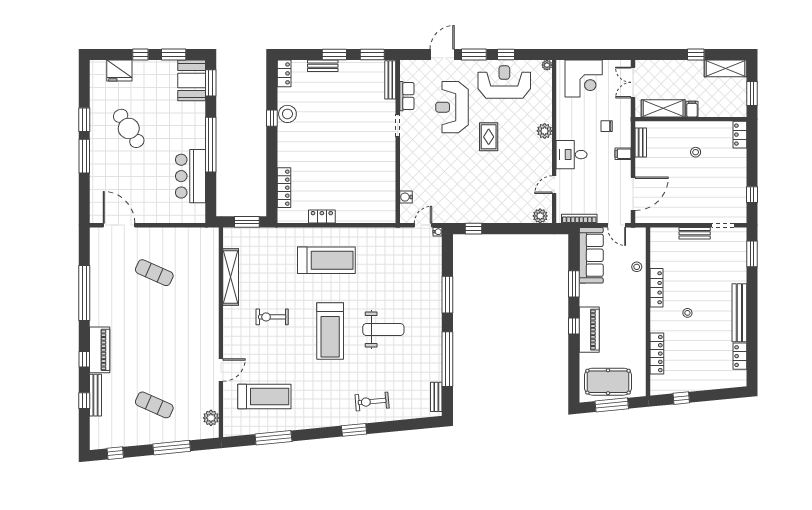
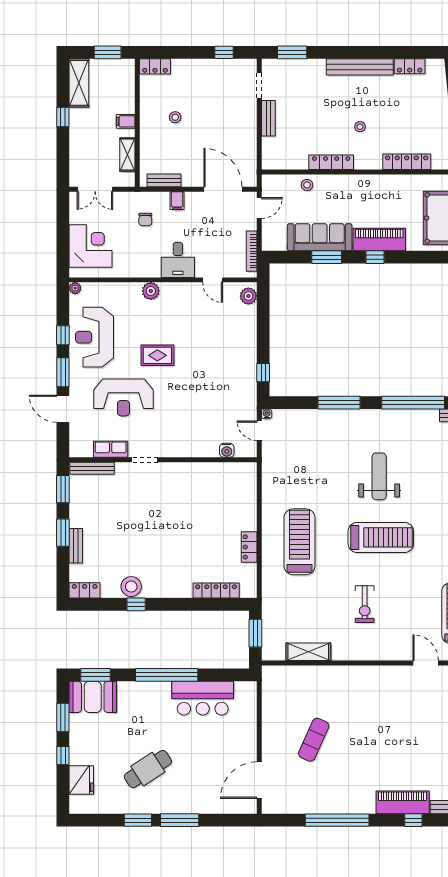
shelving: (663, 108) -> (127, 155), width x0.67, depth x0.75
sofa: (591, 255) -> (320, 237), moved
shelving: (231, 277) -> (308, 652), width x0.68

